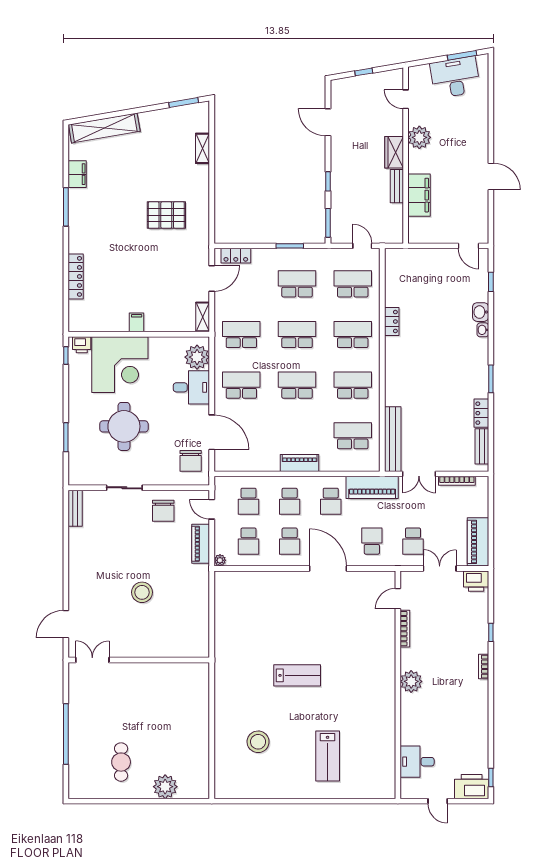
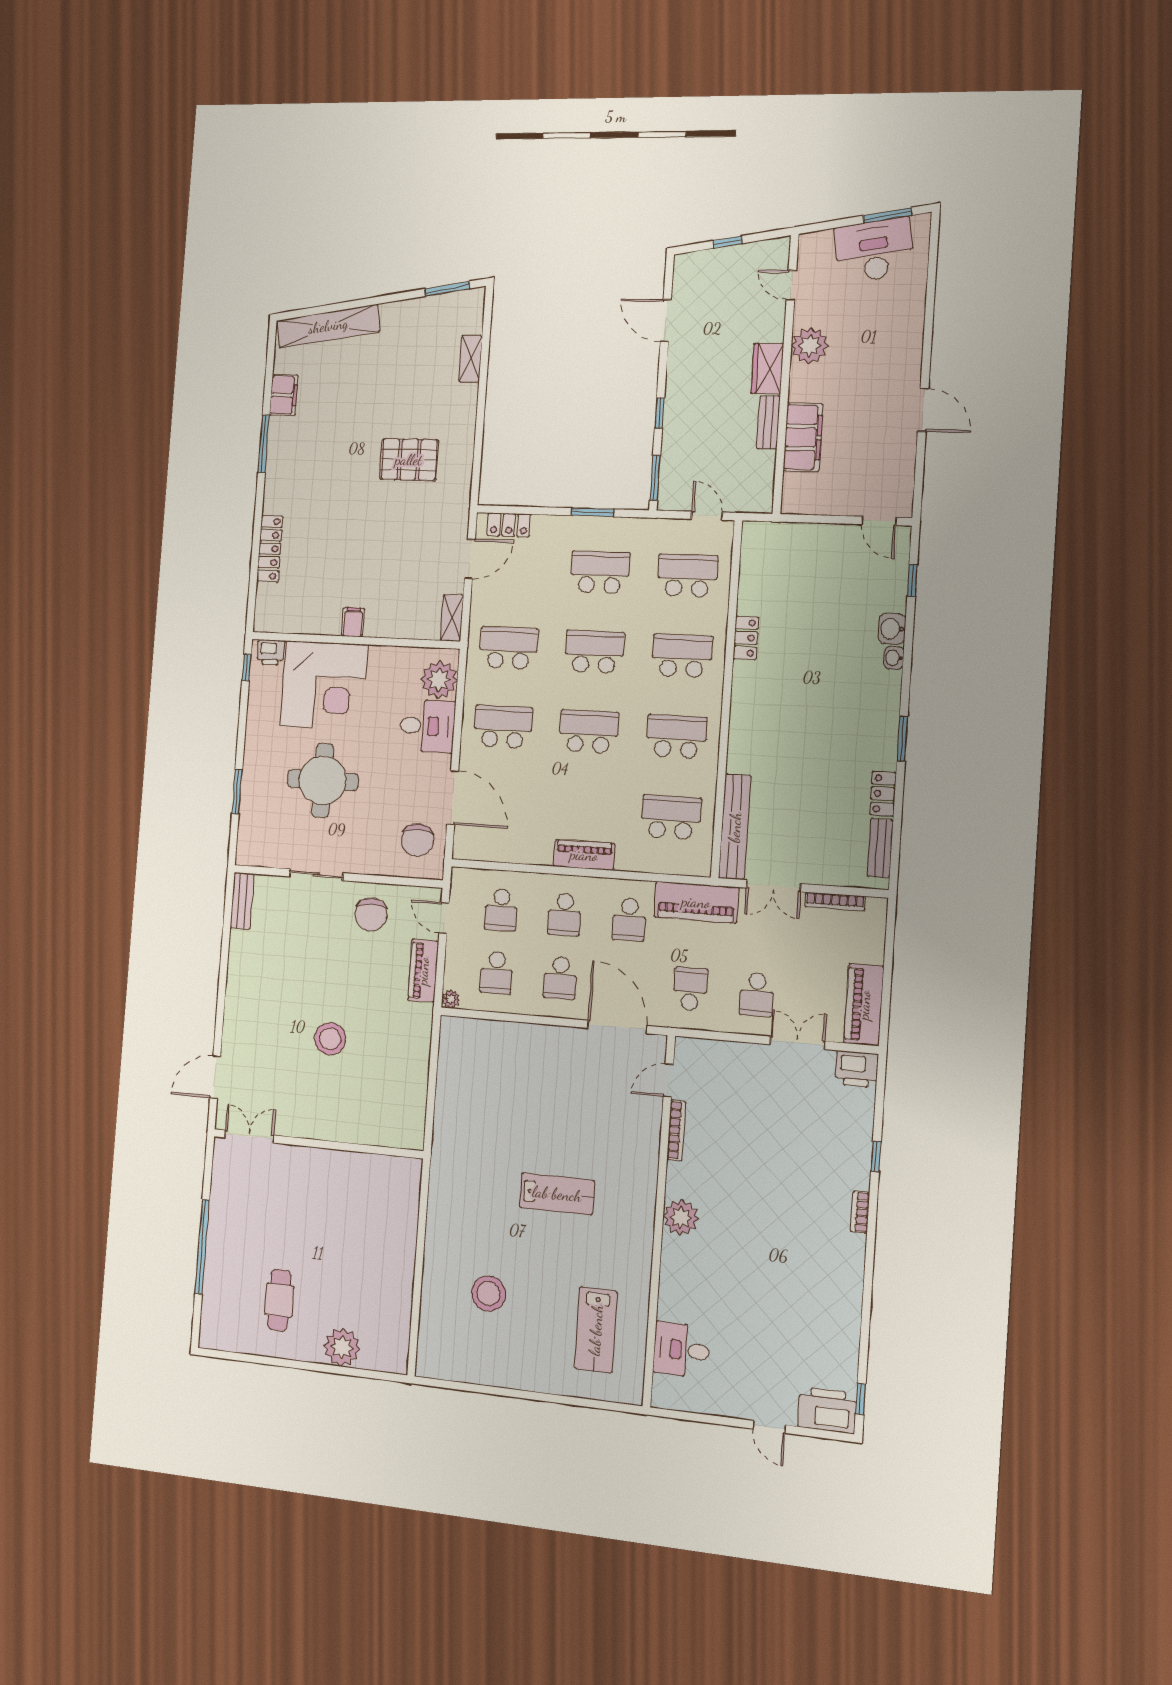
door: (398, 599) -> (668, 1081), moved
bookcase: (405, 629) -> (676, 1130), moved
plant: (411, 681) -> (681, 1217), moved
wall: (398, 685) -> (659, 1220), moved
desk: (417, 762) -> (681, 1350), moved

